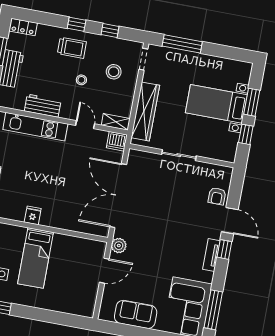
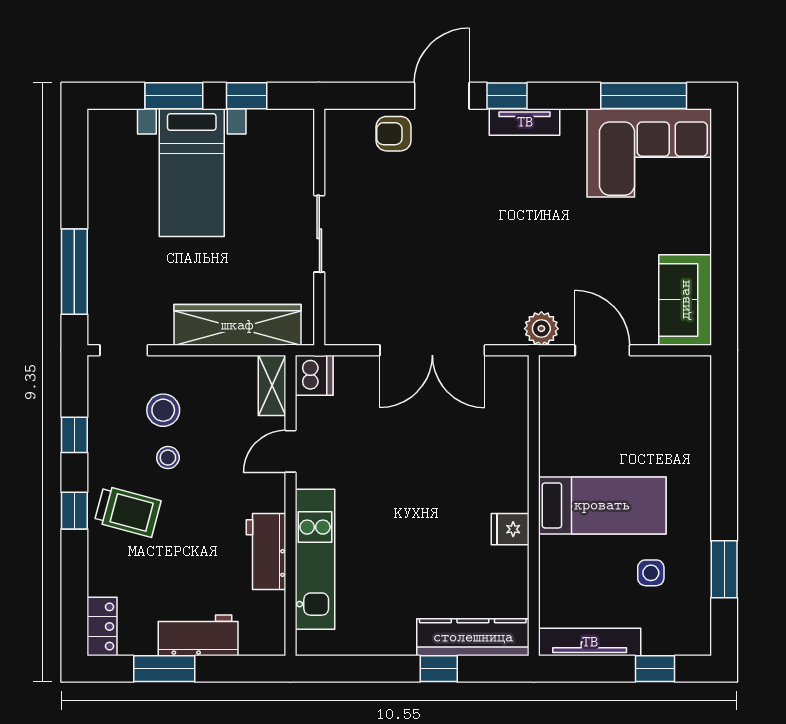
trolley: (72, 48) -> (128, 511), turned 105
stool: (81, 80) -> (168, 458), moved
double door: (118, 196) -> (432, 350), width x0.73
armchair: (217, 196) -> (394, 134), turned 180
sofa: (136, 314) -> (685, 300), moved

